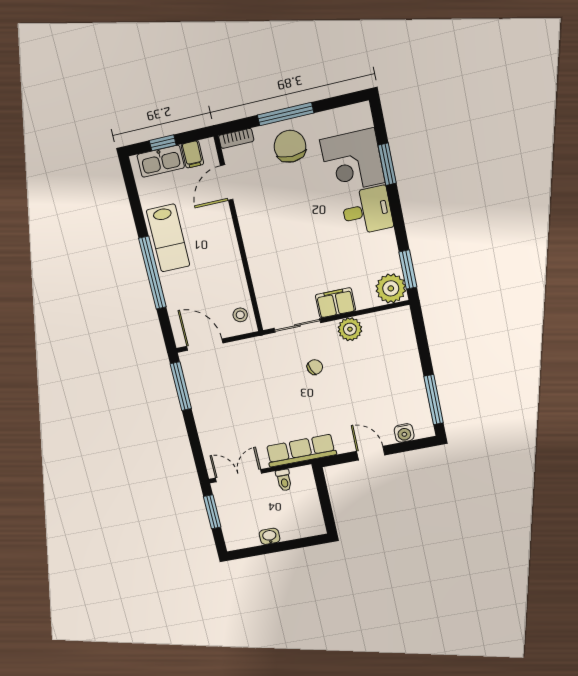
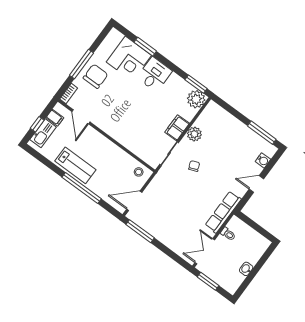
chair: (290, 146) -> (96, 76), turned 90

